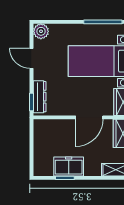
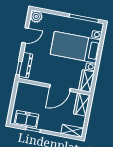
door: (31, 58) -> (25, 35), swing flipped
freezer: (69, 166) -> (26, 119), moved

